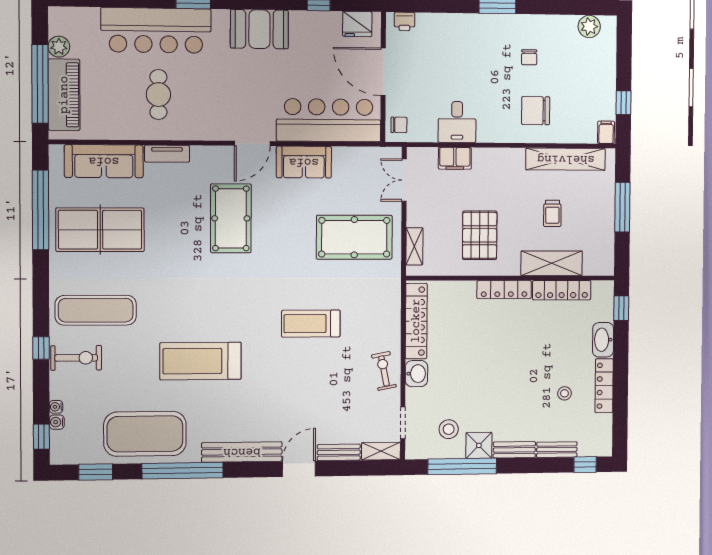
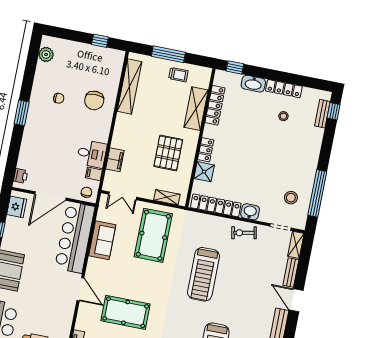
filing cabinet: (606, 132) -> (94, 174), moved
sofa: (304, 162) -> (102, 240), moved
trolley: (552, 213) -> (178, 75), moved
pallet: (480, 235) -> (168, 153), turned 90
locker: (504, 290) -> (206, 150), width x0.66
treadmill: (311, 324) -> (203, 274), width x1.37, depth x1.38
shower: (479, 445) -> (204, 172), moved
bench: (514, 450) -> (314, 157), removed
bench: (557, 450) -> (322, 114), moved

